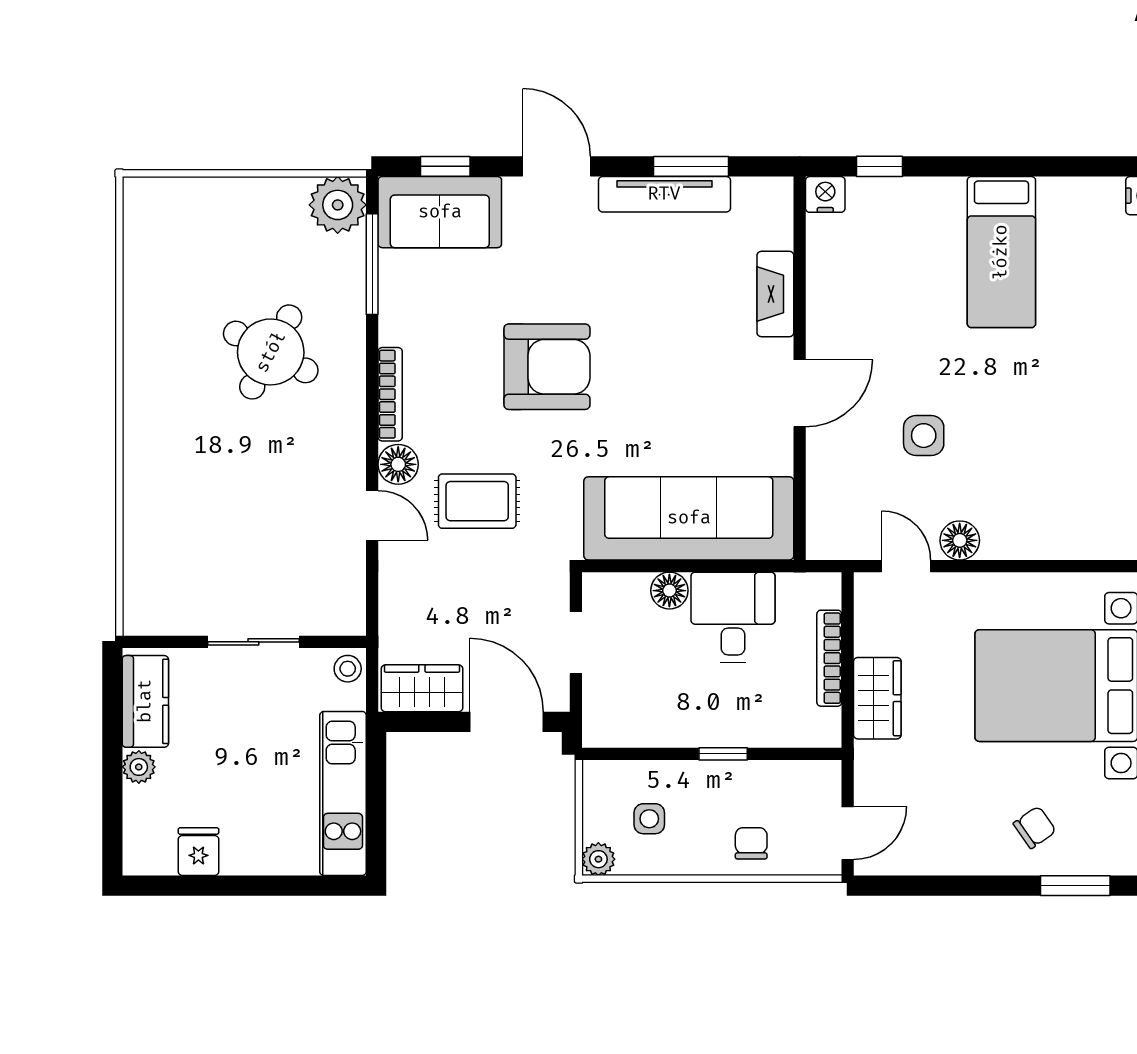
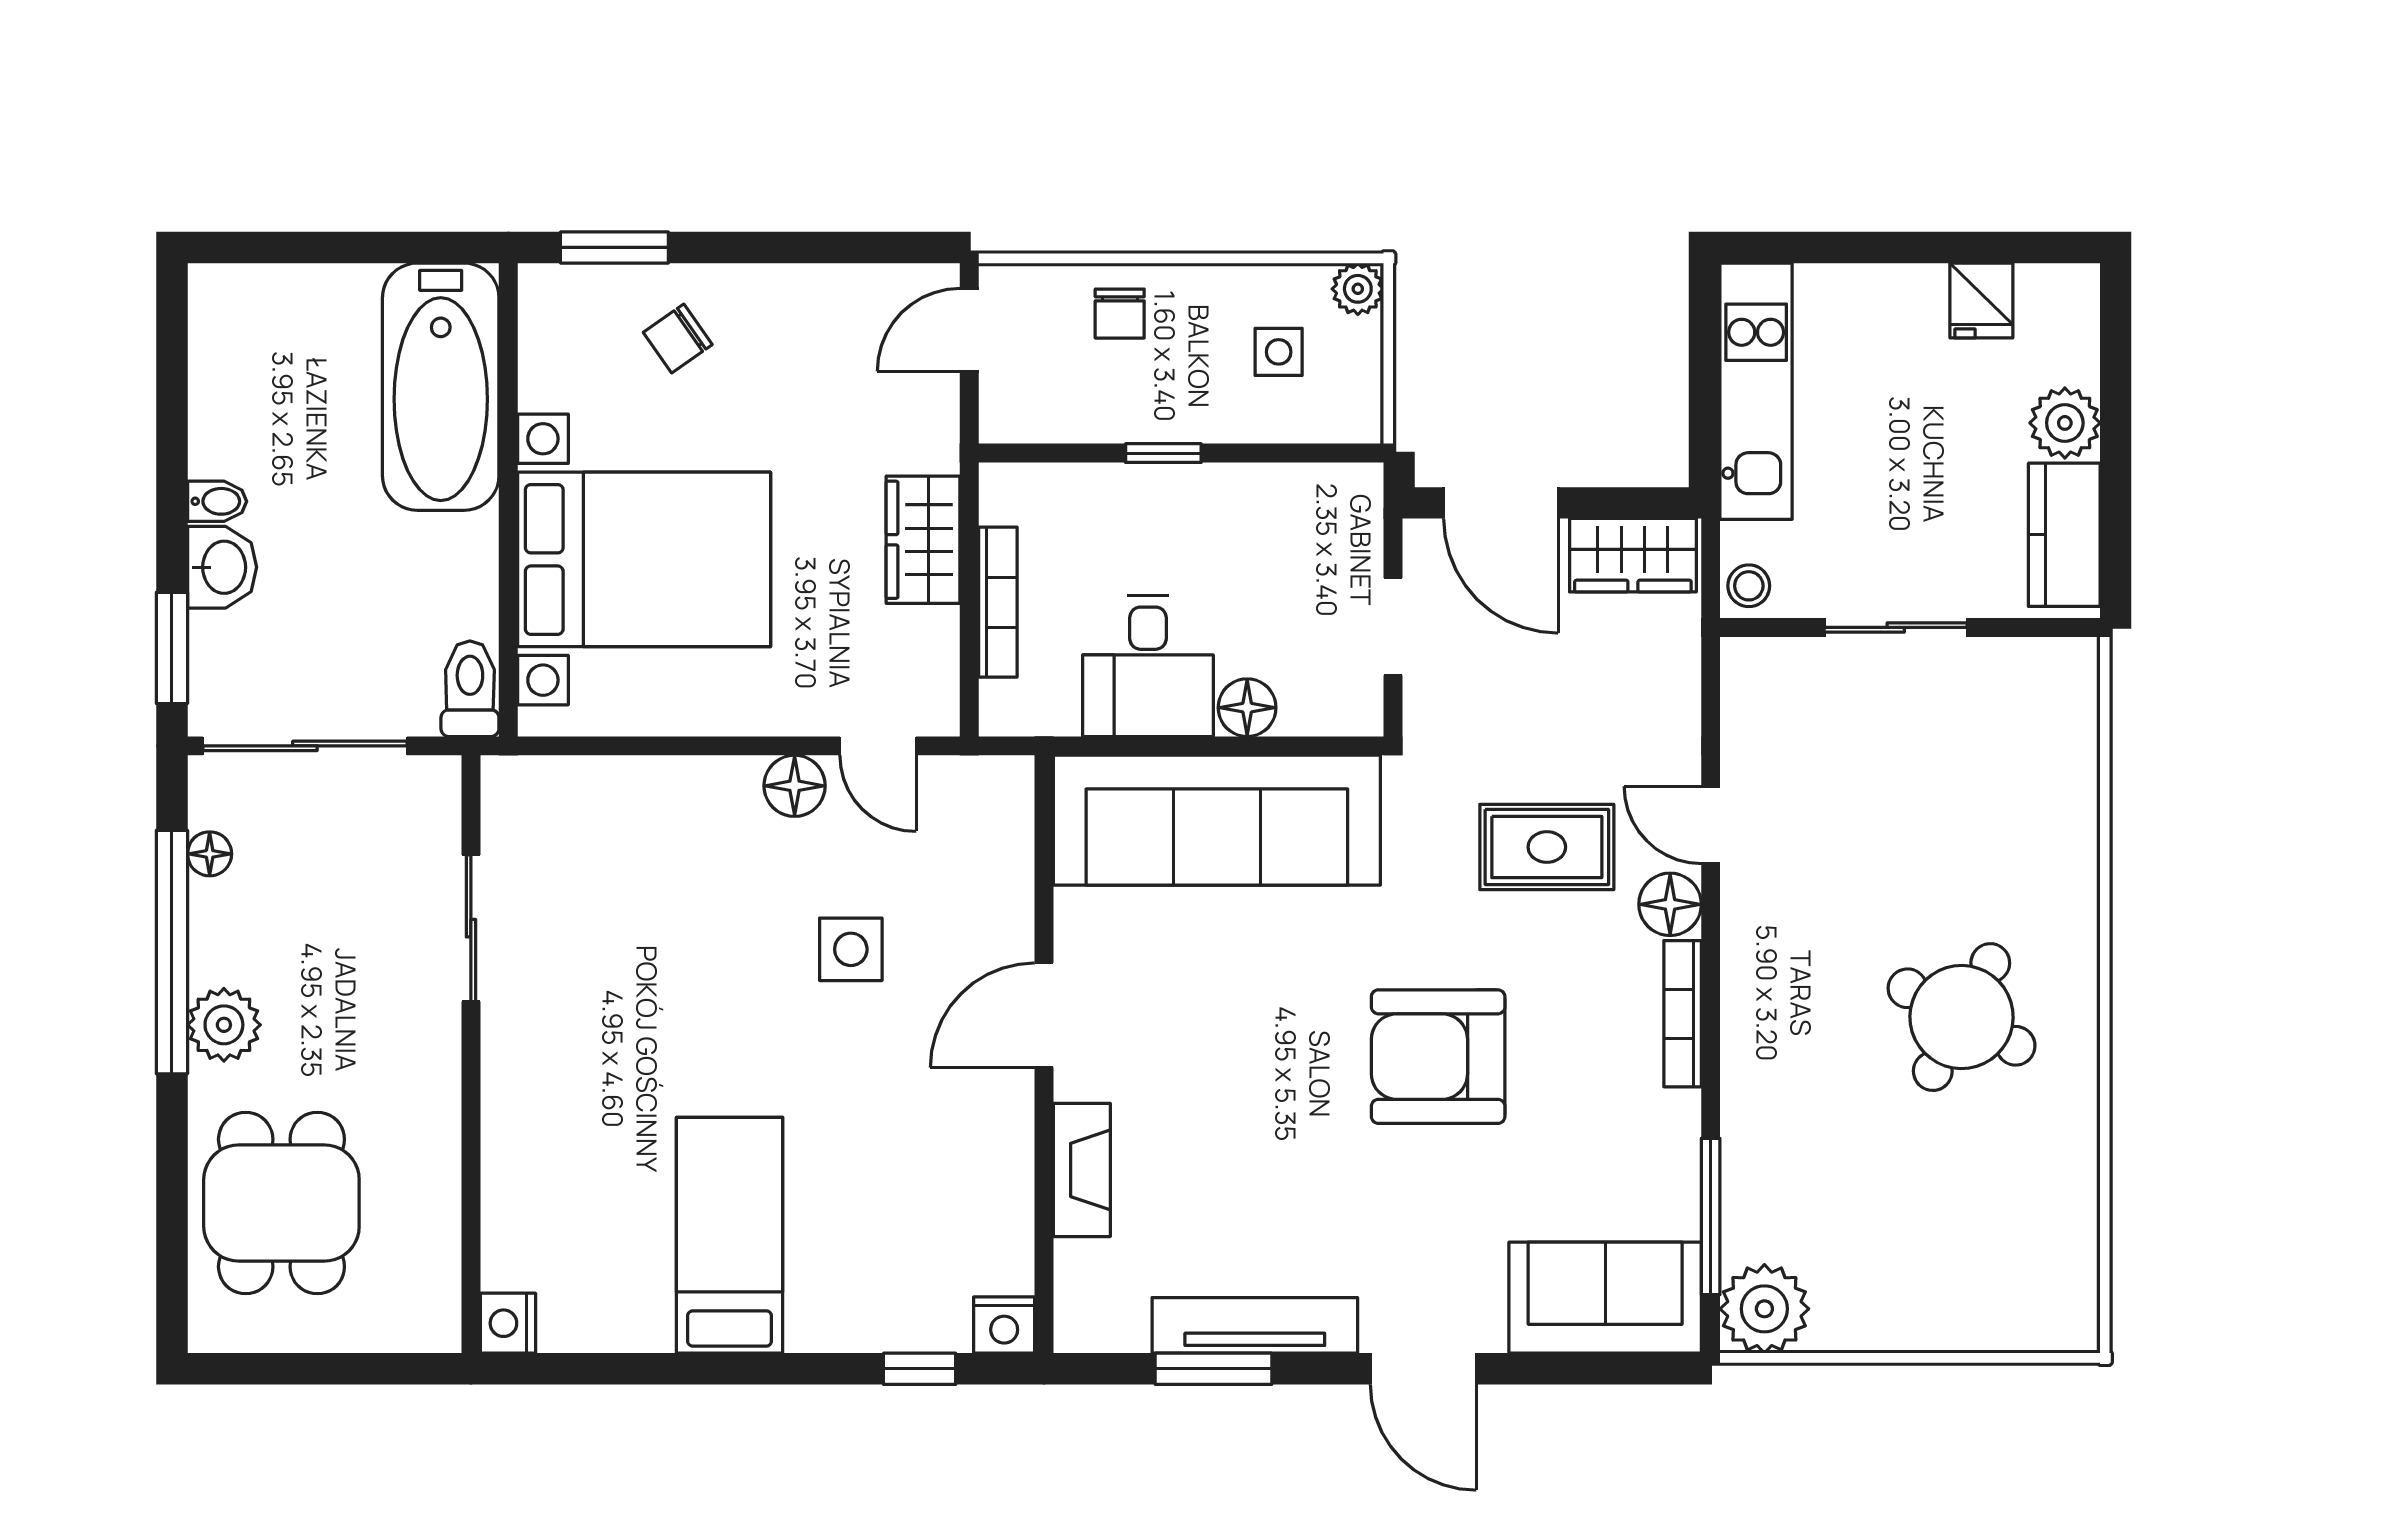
window: (445, 166) -> (1597, 1369), removed
round table: (271, 352) -> (1962, 1017), moved
plant: (139, 767) -> (2065, 423), width x1.38, depth x1.38

